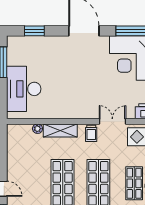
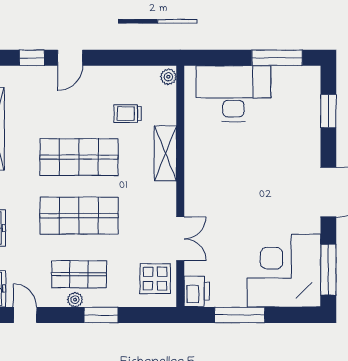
plant: (38, 129) -> (168, 77), moved
trolley: (91, 133) -> (128, 114), moved

